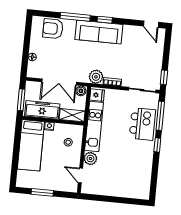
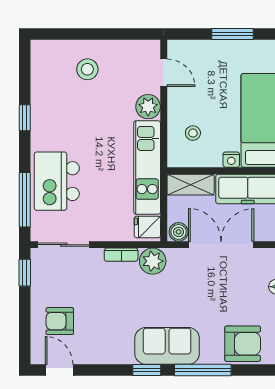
sofa: (99, 32) -> (167, 346), width x0.73
armchair: (148, 50) -> (60, 321), added
window: (157, 145) -> (25, 118), moved
stool: (121, 181) -> (87, 69), added

